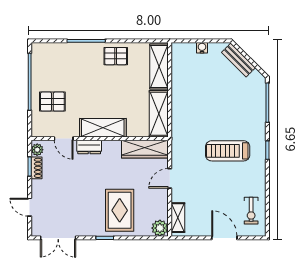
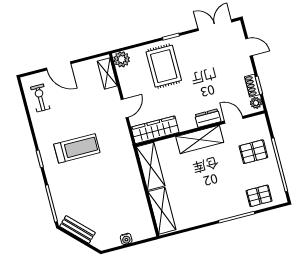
pallet: (116, 56) -> (259, 196), moved
bench: (238, 60) -> (77, 230), moved

